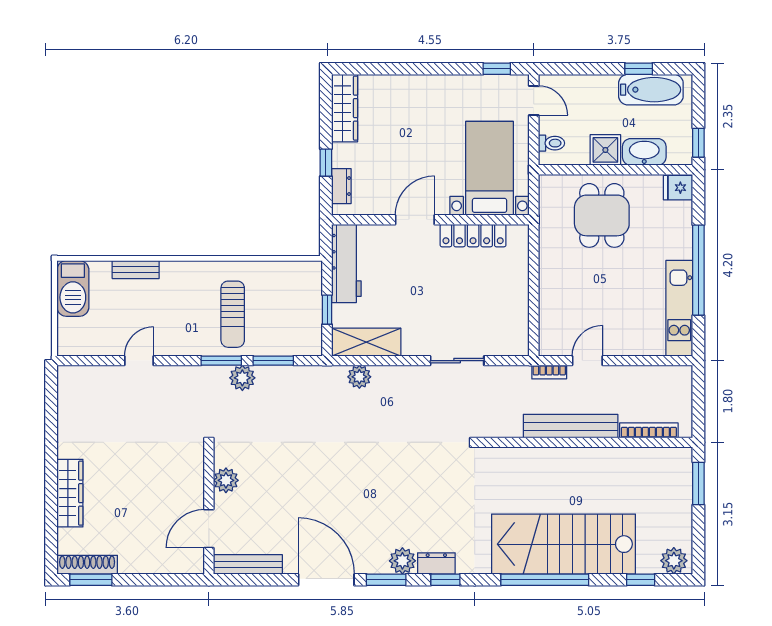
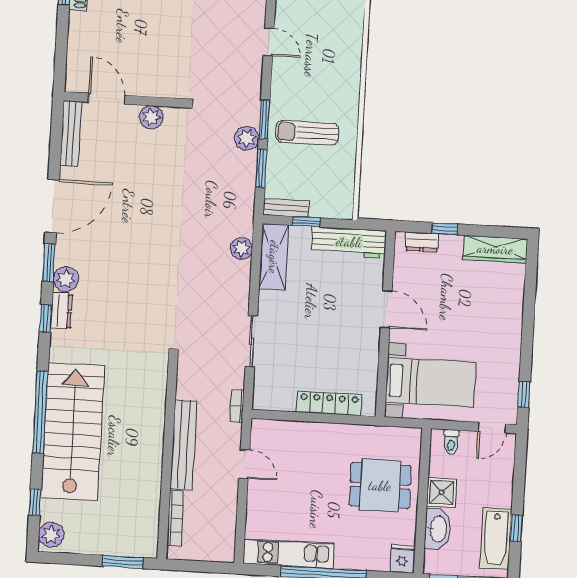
locker: (473, 236) -> (329, 403), moved, turned 90
bench: (136, 270) -> (286, 208), moved, turned 90
bookcase: (549, 372) -> (237, 406), moved

